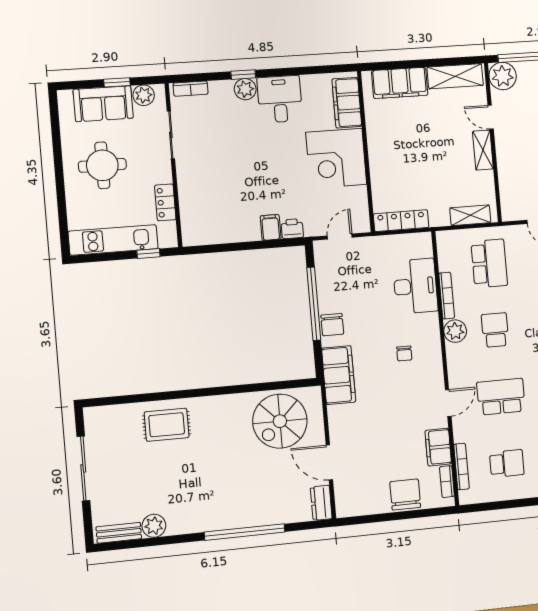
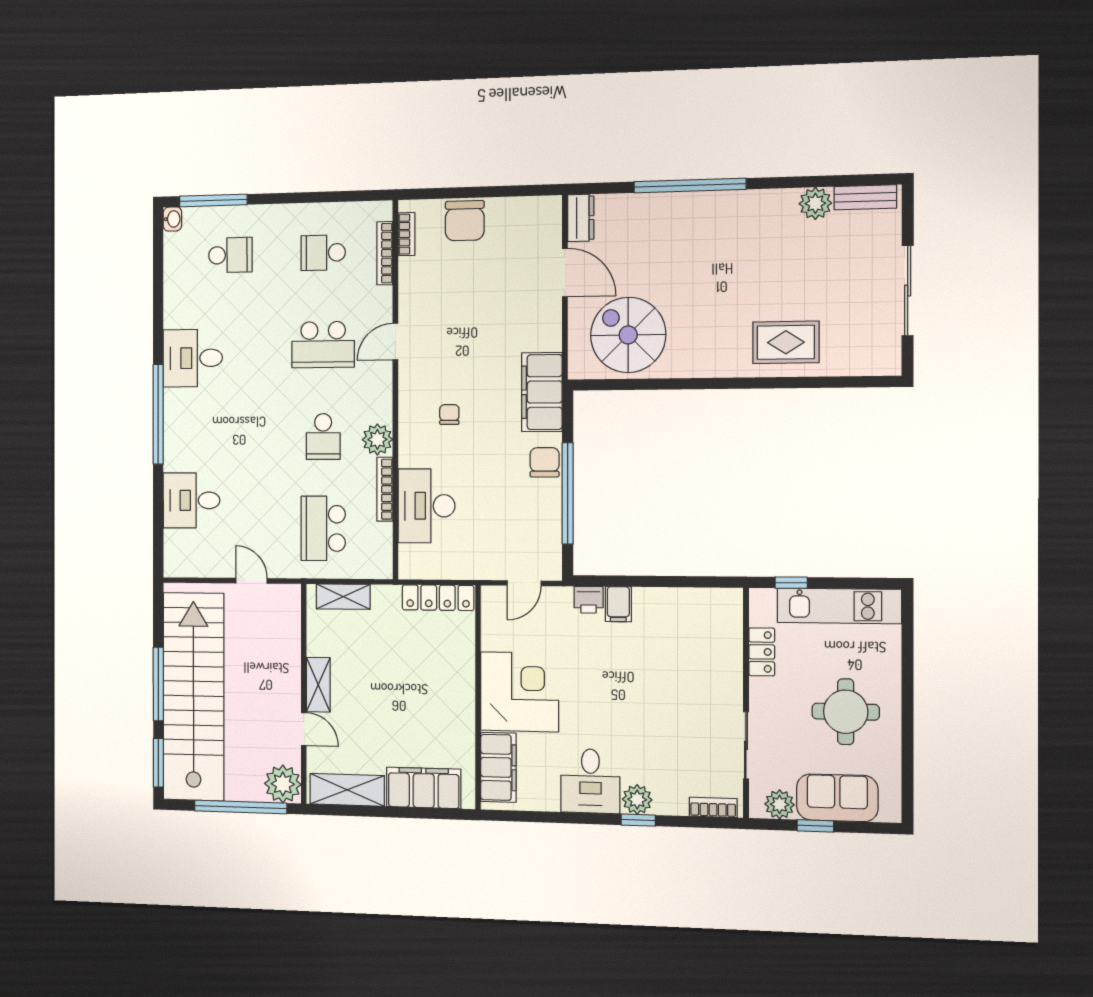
spiral stairs: (280, 421) -> (628, 335), turned -90
filing cabinet: (438, 447) -> (414, 282), removed

